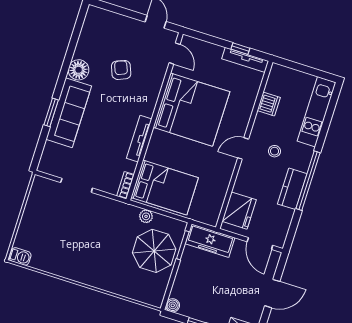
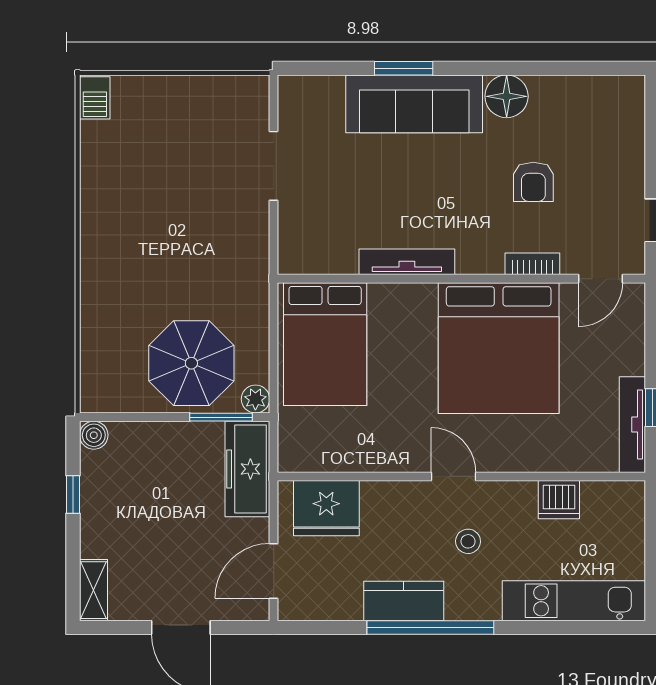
armchair: (121, 70) -> (533, 182), turned 112
bookcase: (125, 185) -> (532, 264), moved
plant: (146, 216) -> (255, 399), moved

